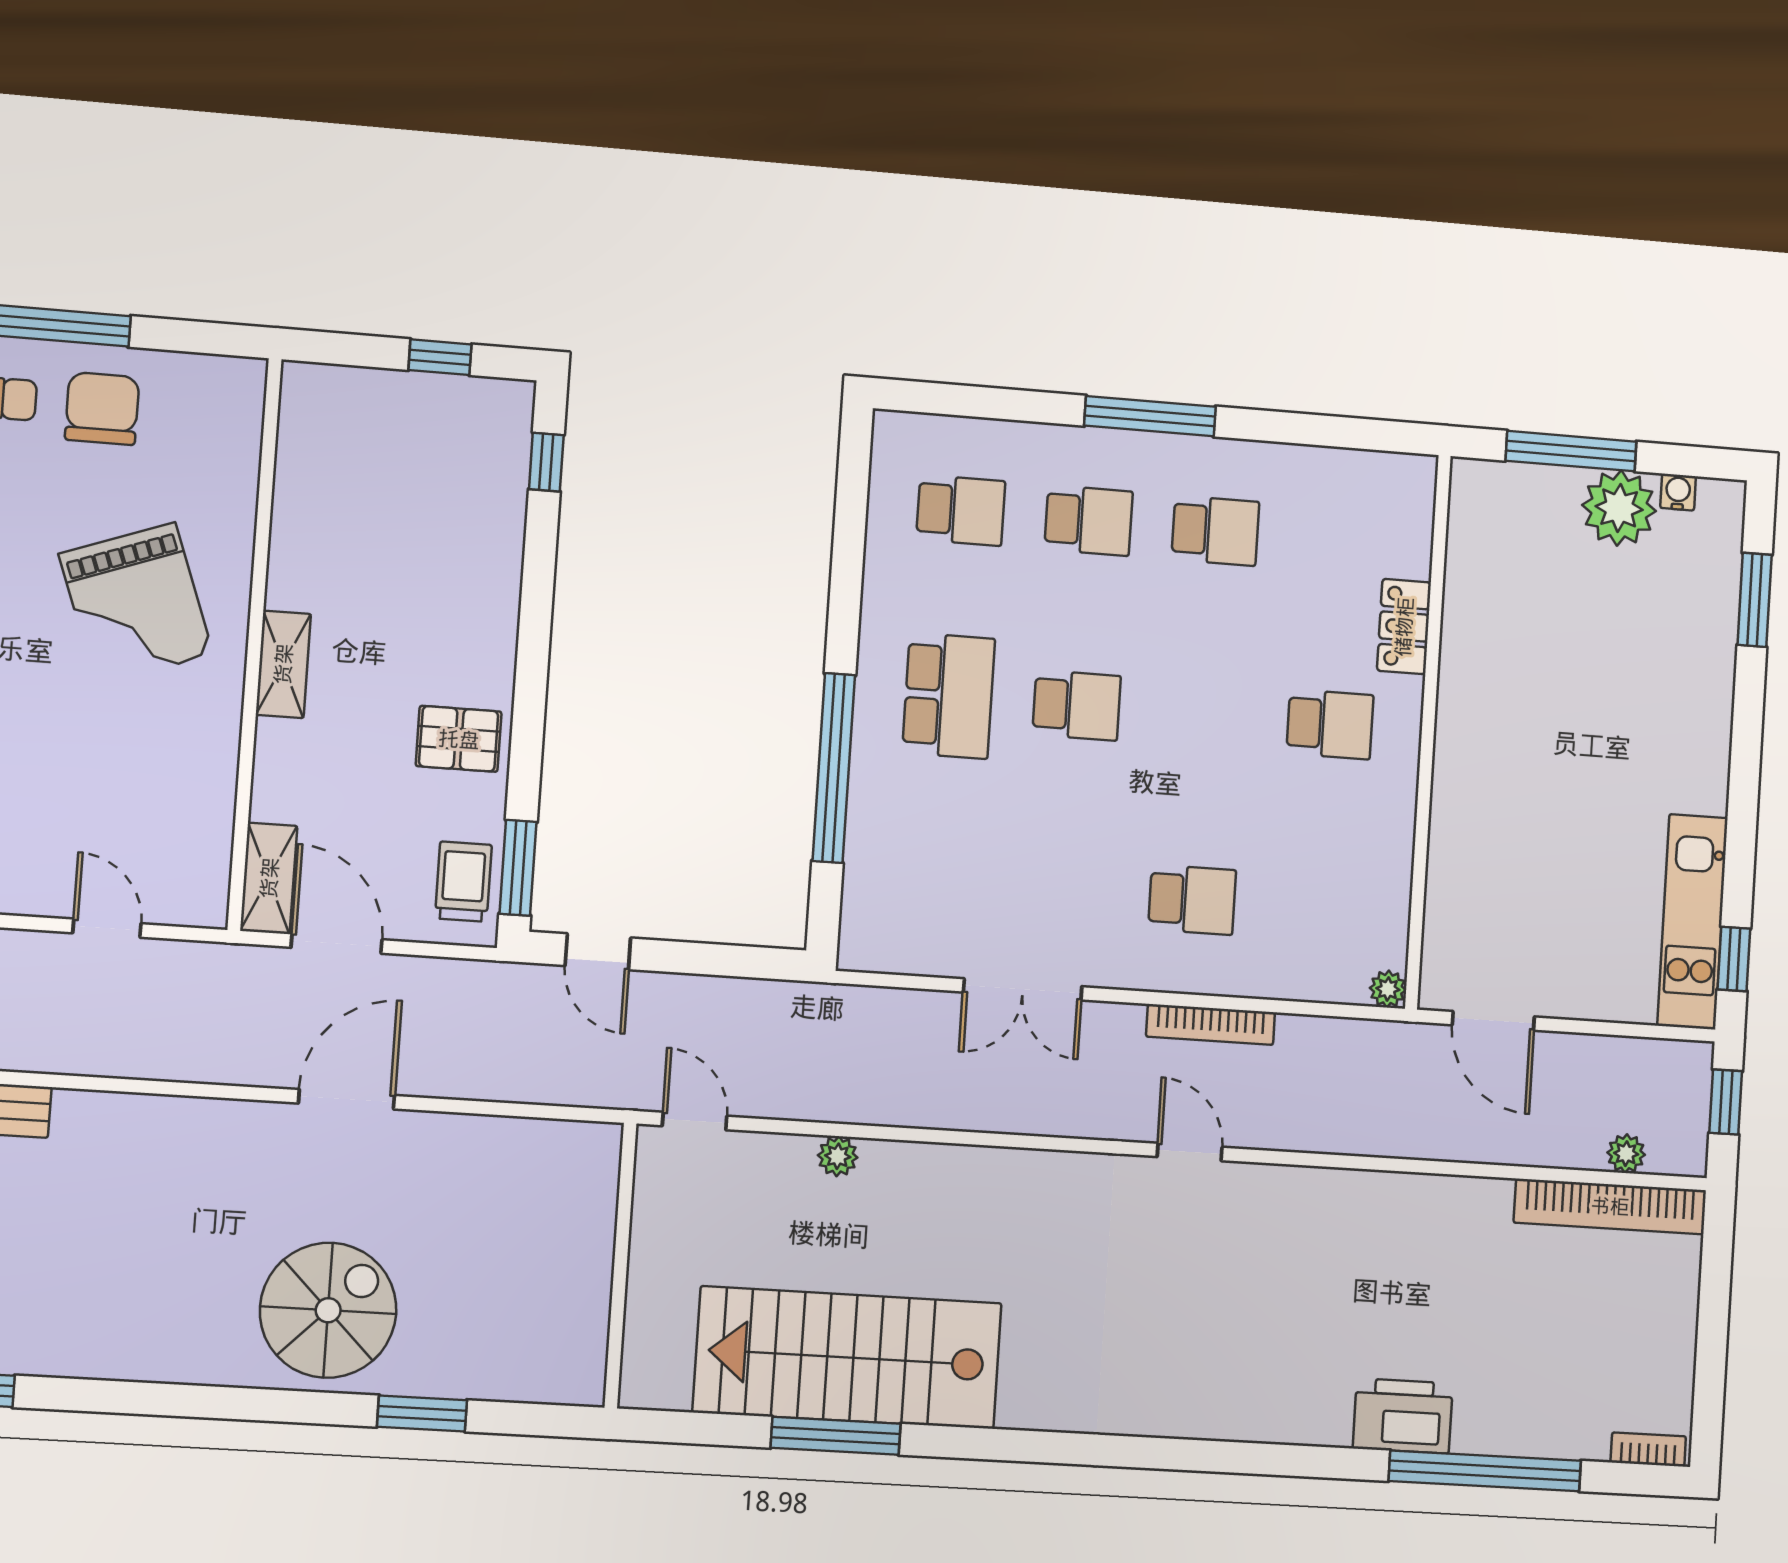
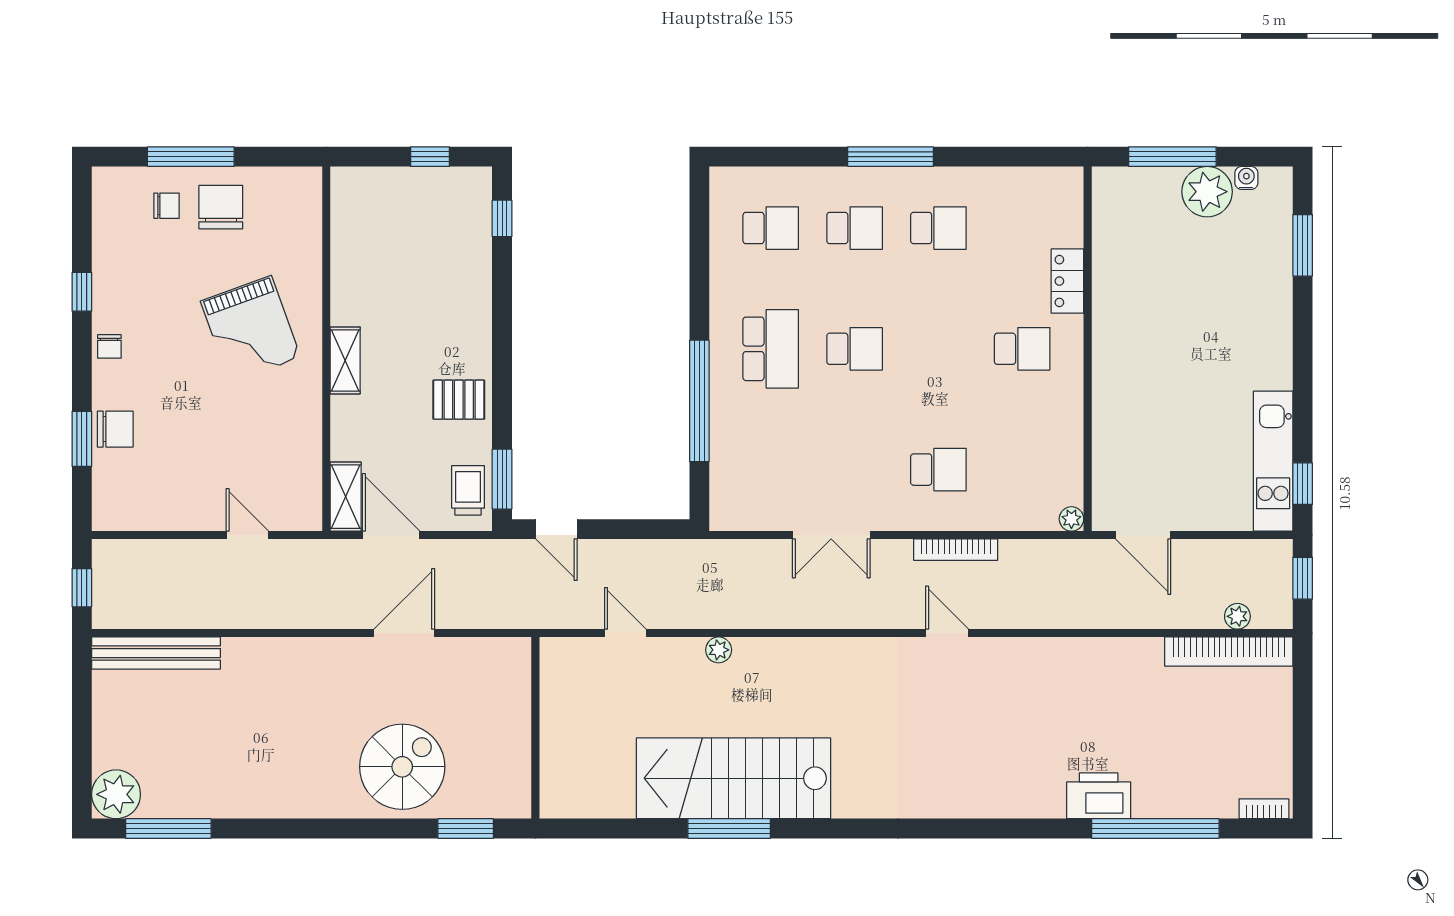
wall: (620, 1265) -> (535, 728), moved

